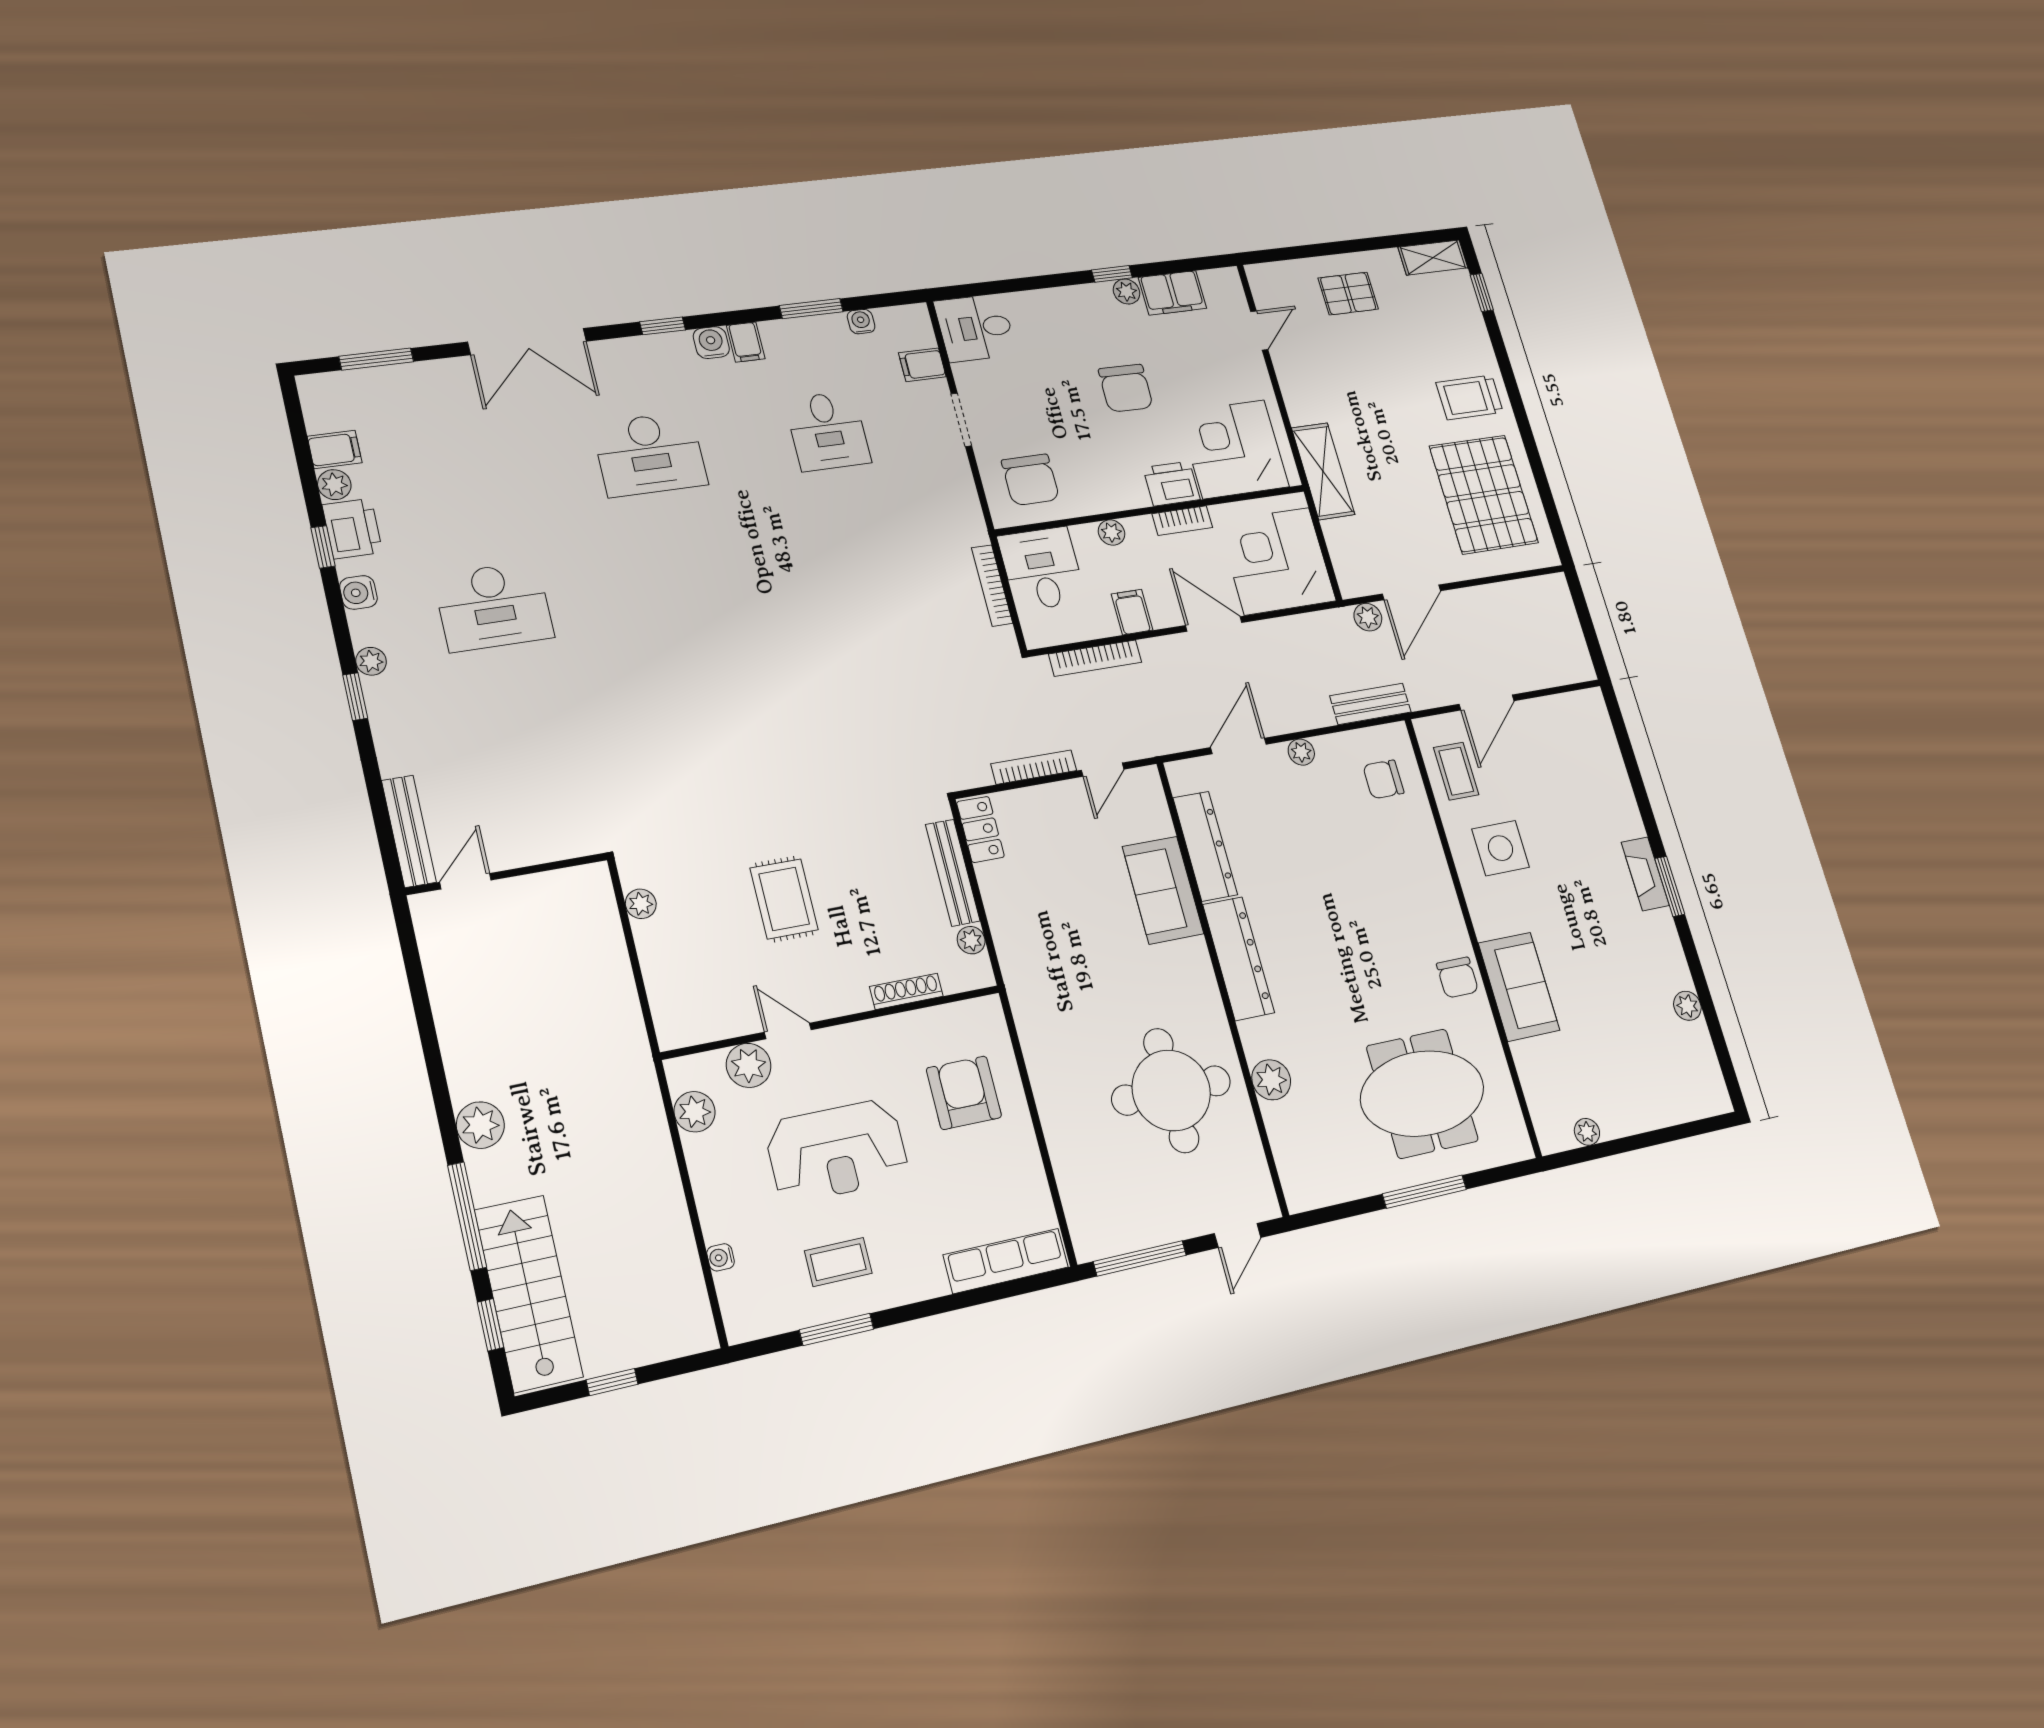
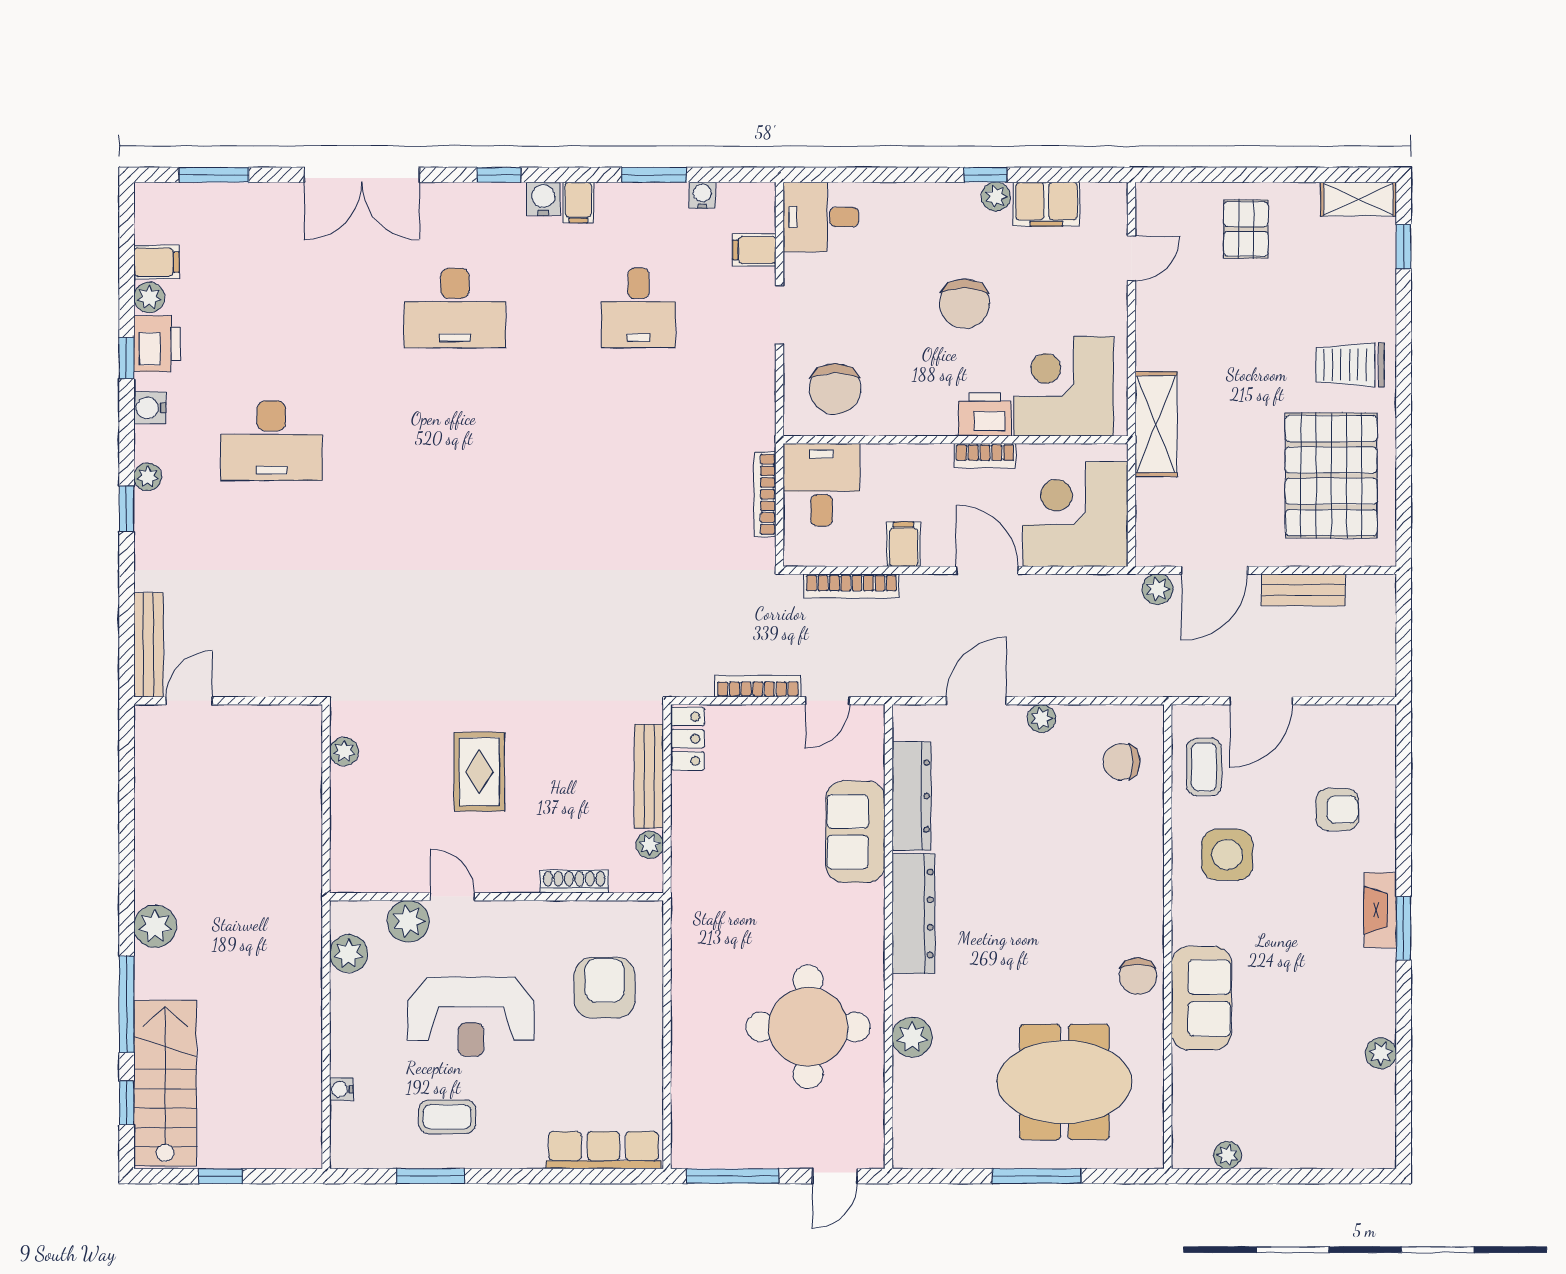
pallet: (1348, 294) -> (1246, 229), turned 90
plant: (1112, 533) -> (905, 457), removed
bench: (1370, 704) -> (1303, 590), moved
armchair: (1581, 789) -> (1337, 809), added

